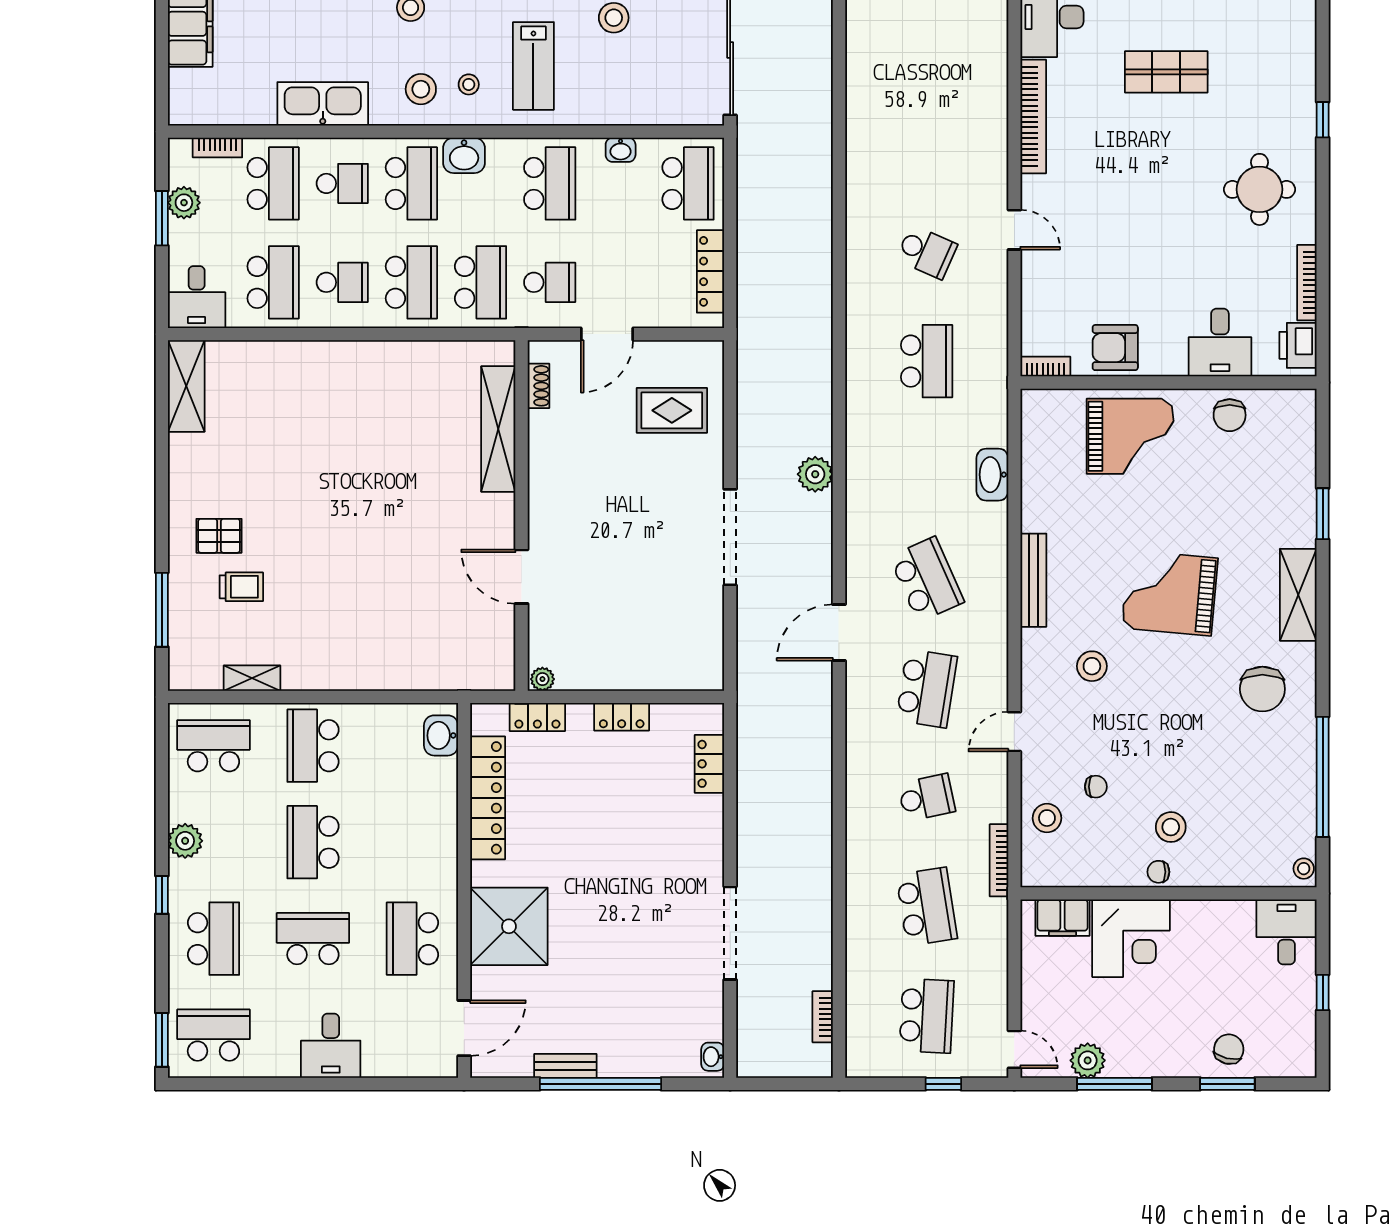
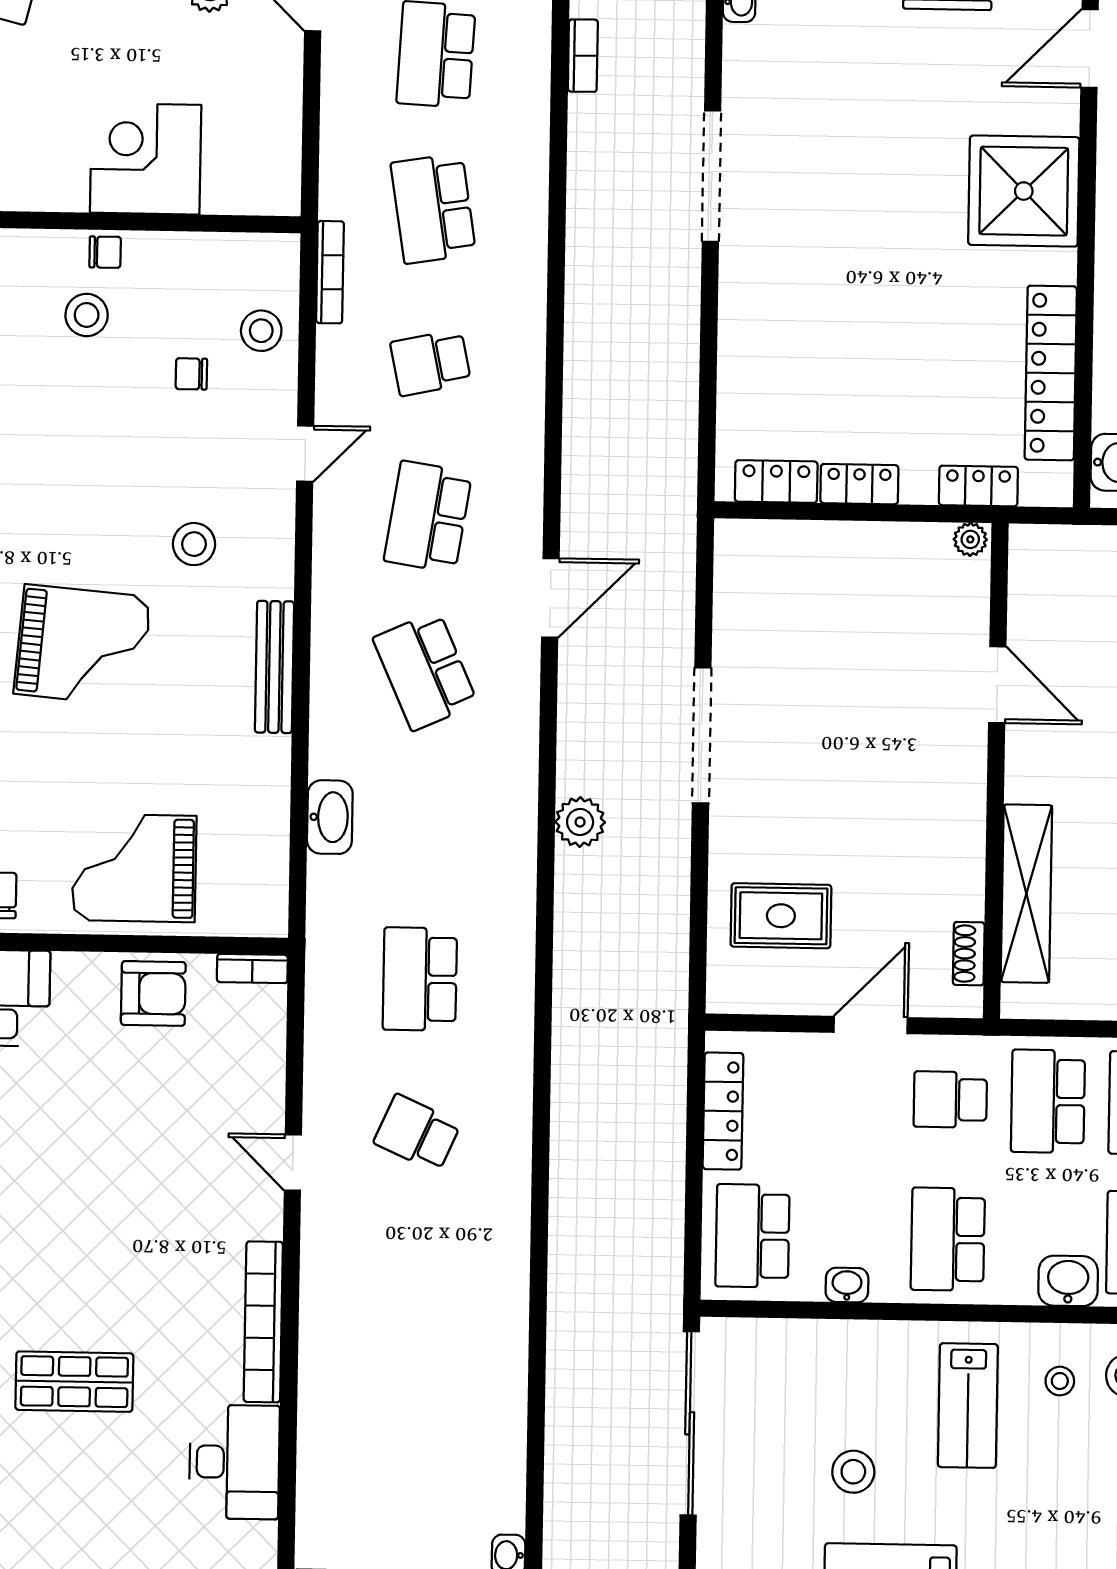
lab bench: (533, 66) -> (968, 1406), turned 180
locker: (709, 764) -> (776, 482), moved, turned -90
filing cabinet: (1063, 918) -> (242, 190), removed

